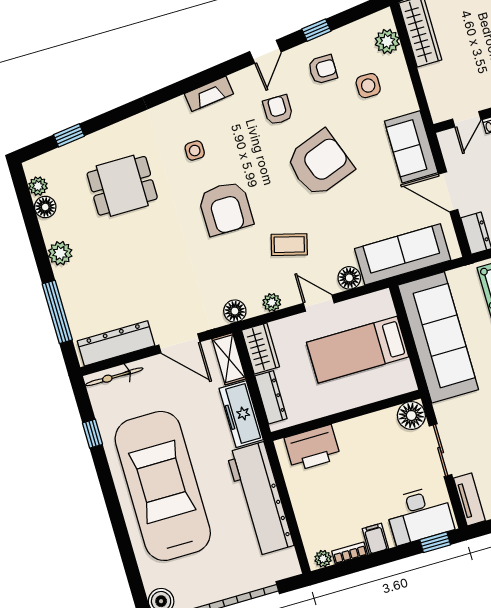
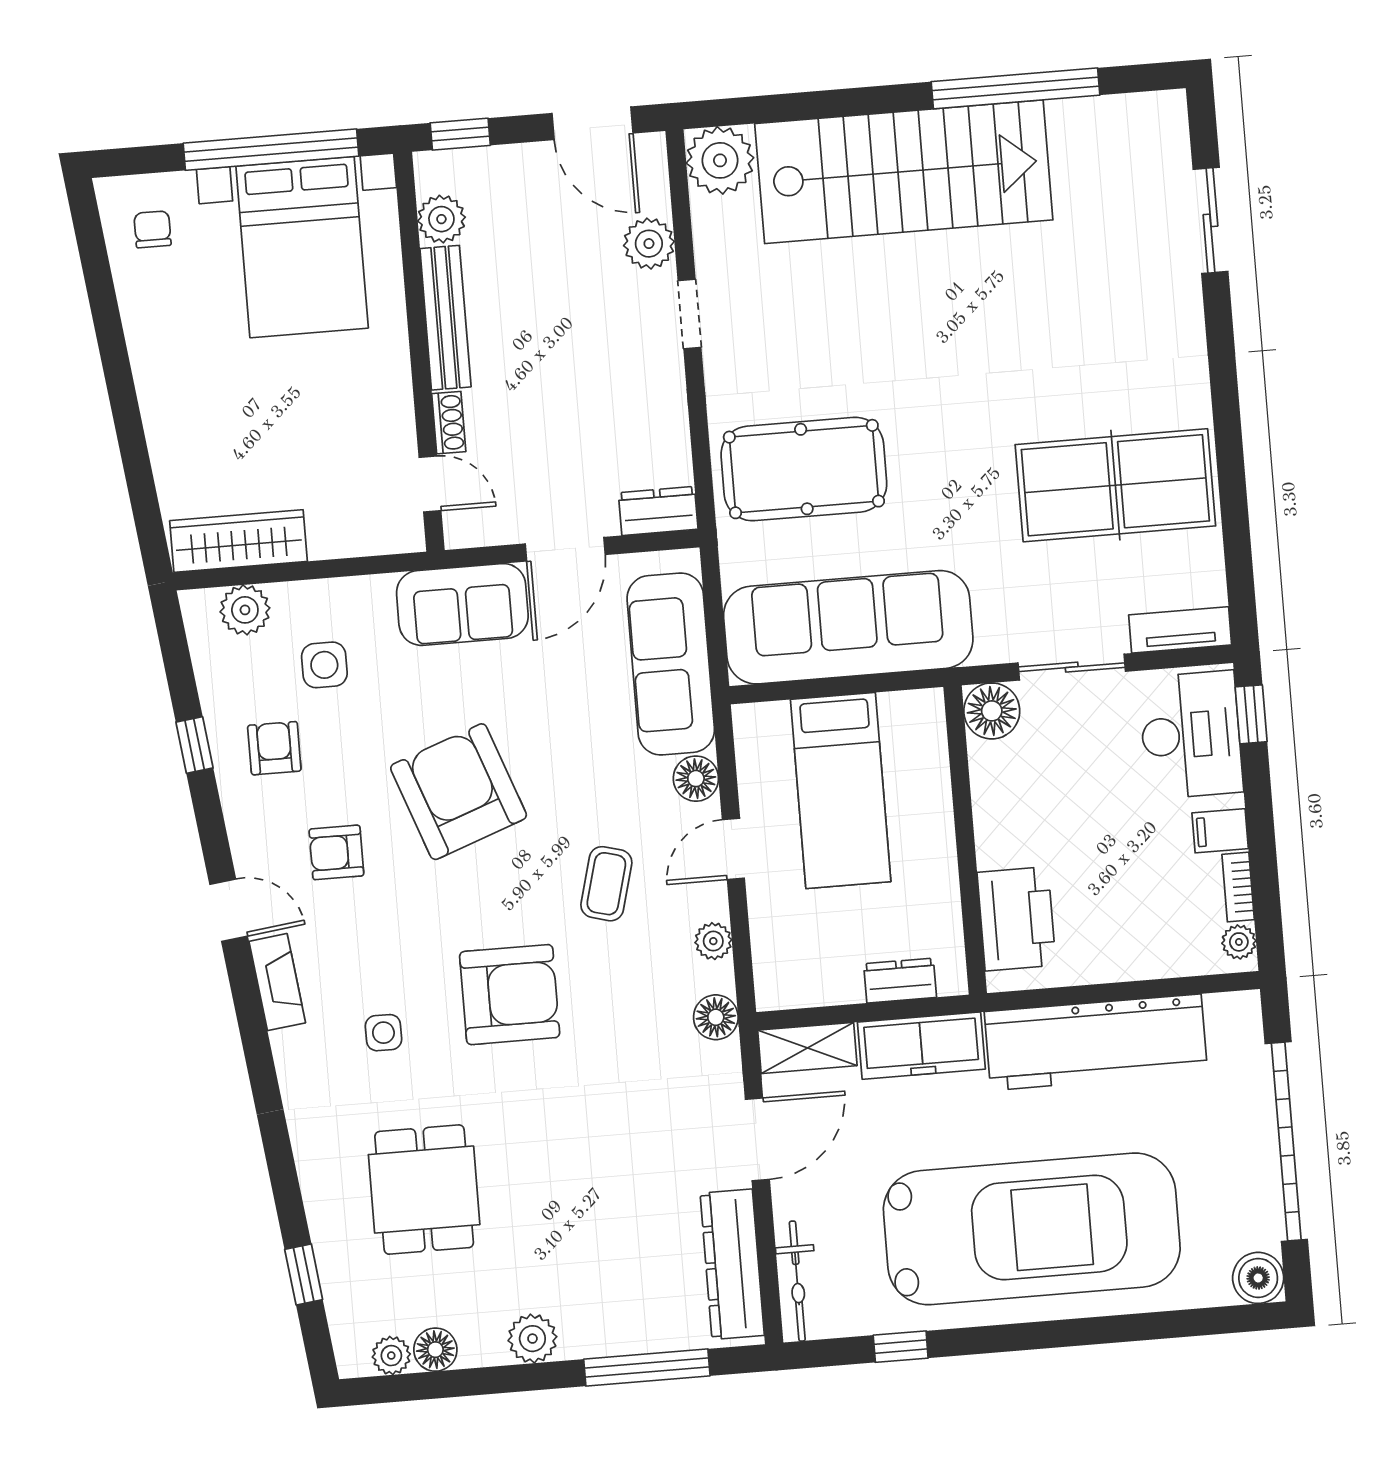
door: (265, 52) -> (229, 910), moved
wardrobe: (260, 349) -> (800, 982), removed
dresser: (271, 397) -> (900, 981), width x0.70
car: (163, 486) -> (1032, 1229), turned 180

